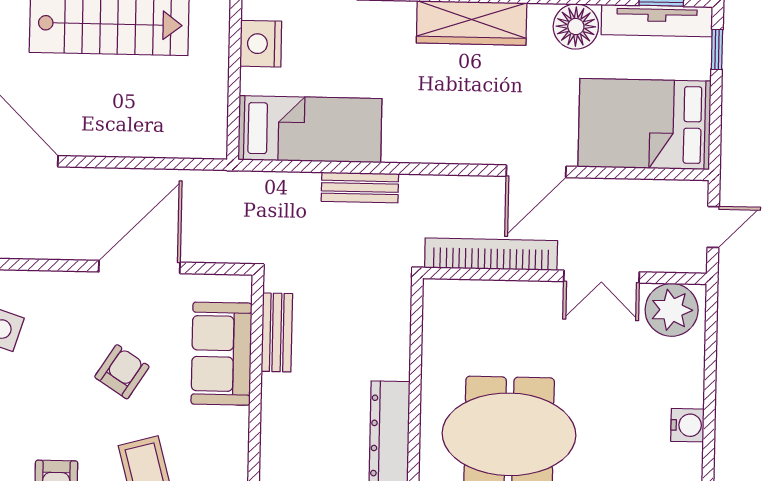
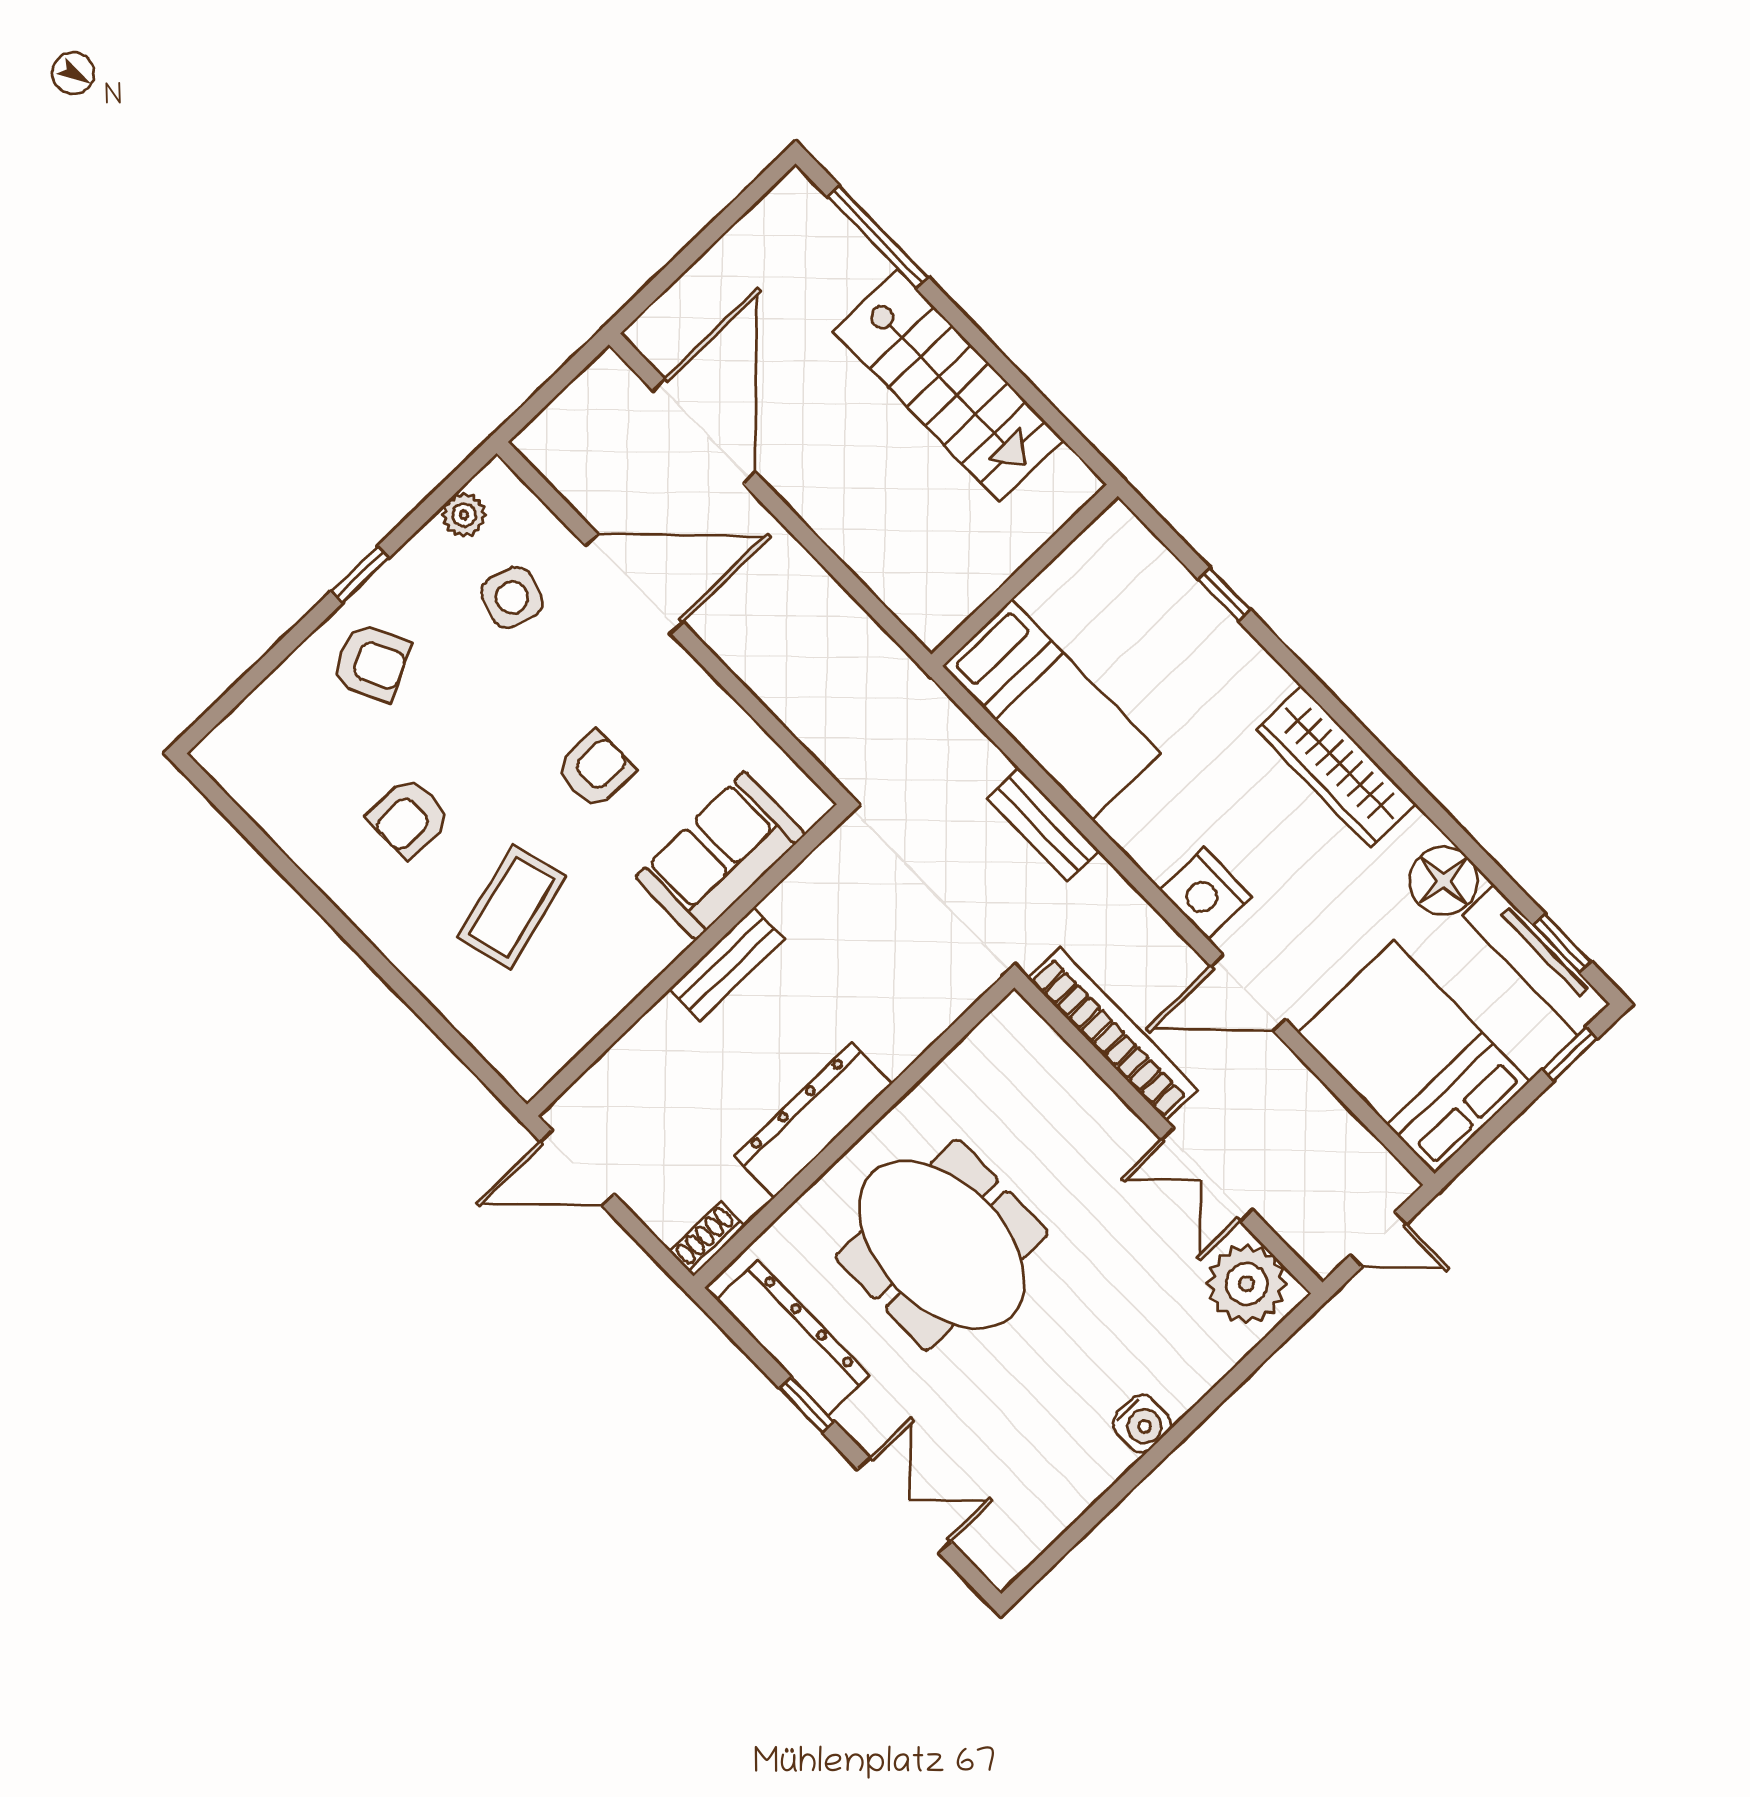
nightstand: (261, 44) -> (1205, 893), moved, turned -90
door: (139, 267) -> (634, 584), moved
bench: (277, 332) -> (727, 964), moved
armchair: (122, 372) -> (595, 770), turned -33

